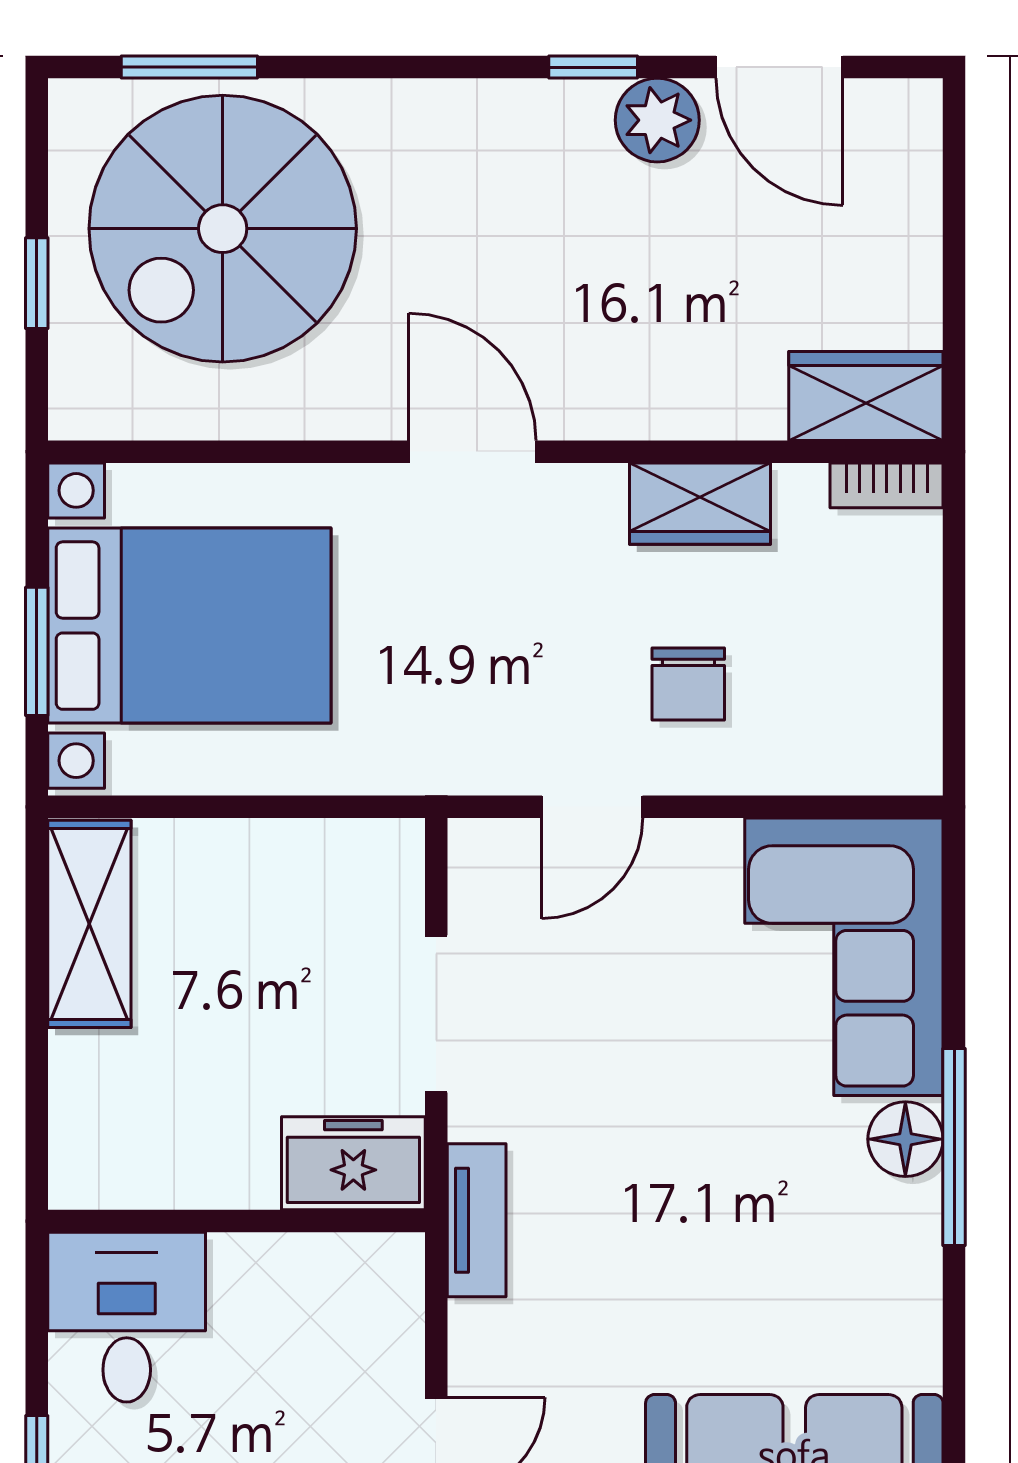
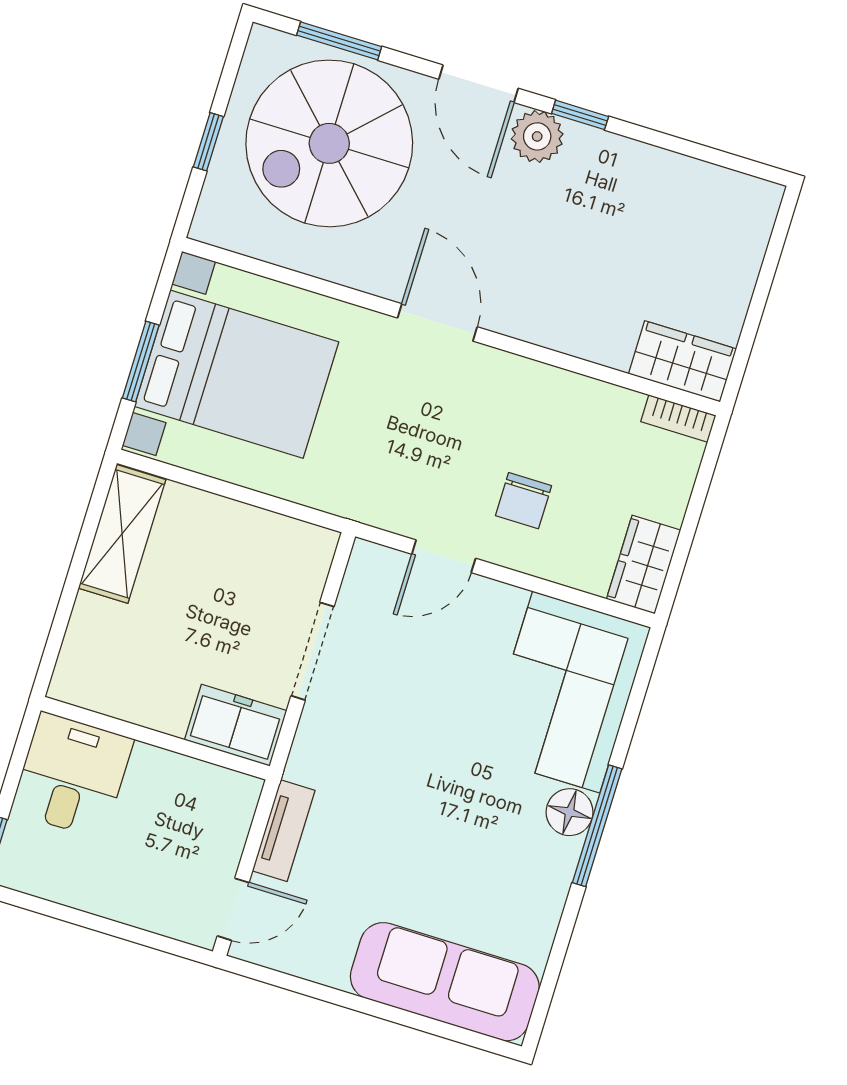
door: (779, 67) -> (478, 84), moved
plant: (657, 120) -> (537, 136), moved
wardrobe: (700, 504) -> (644, 565), moved, turned 90
tv unit: (477, 1220) -> (284, 831), moved

